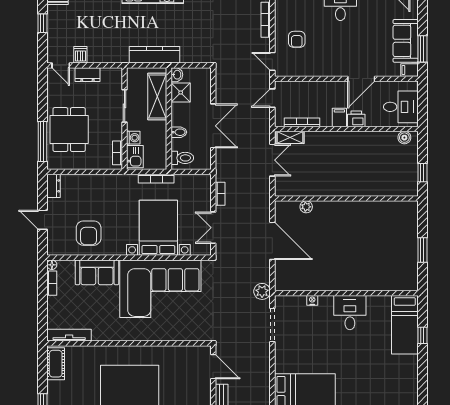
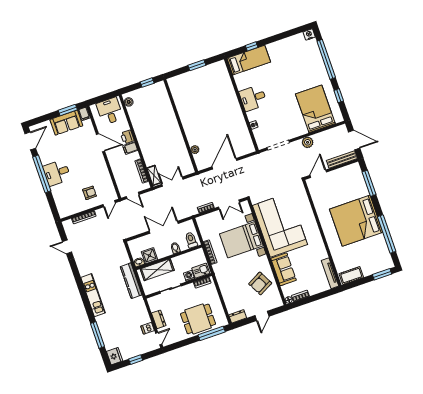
armchair: (89, 233) -> (260, 283), turned 152
plant: (262, 291) -> (308, 142), moved

